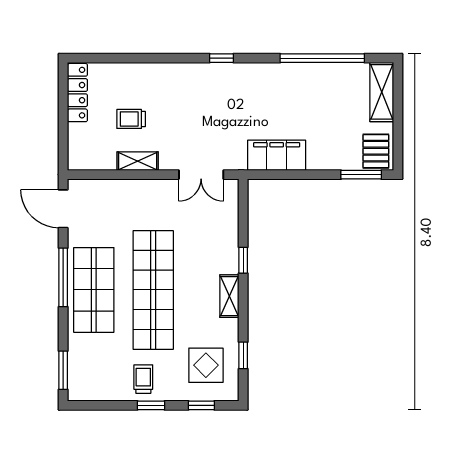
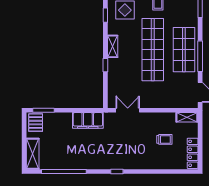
shelving: (138, 161) -> (187, 117), moved

